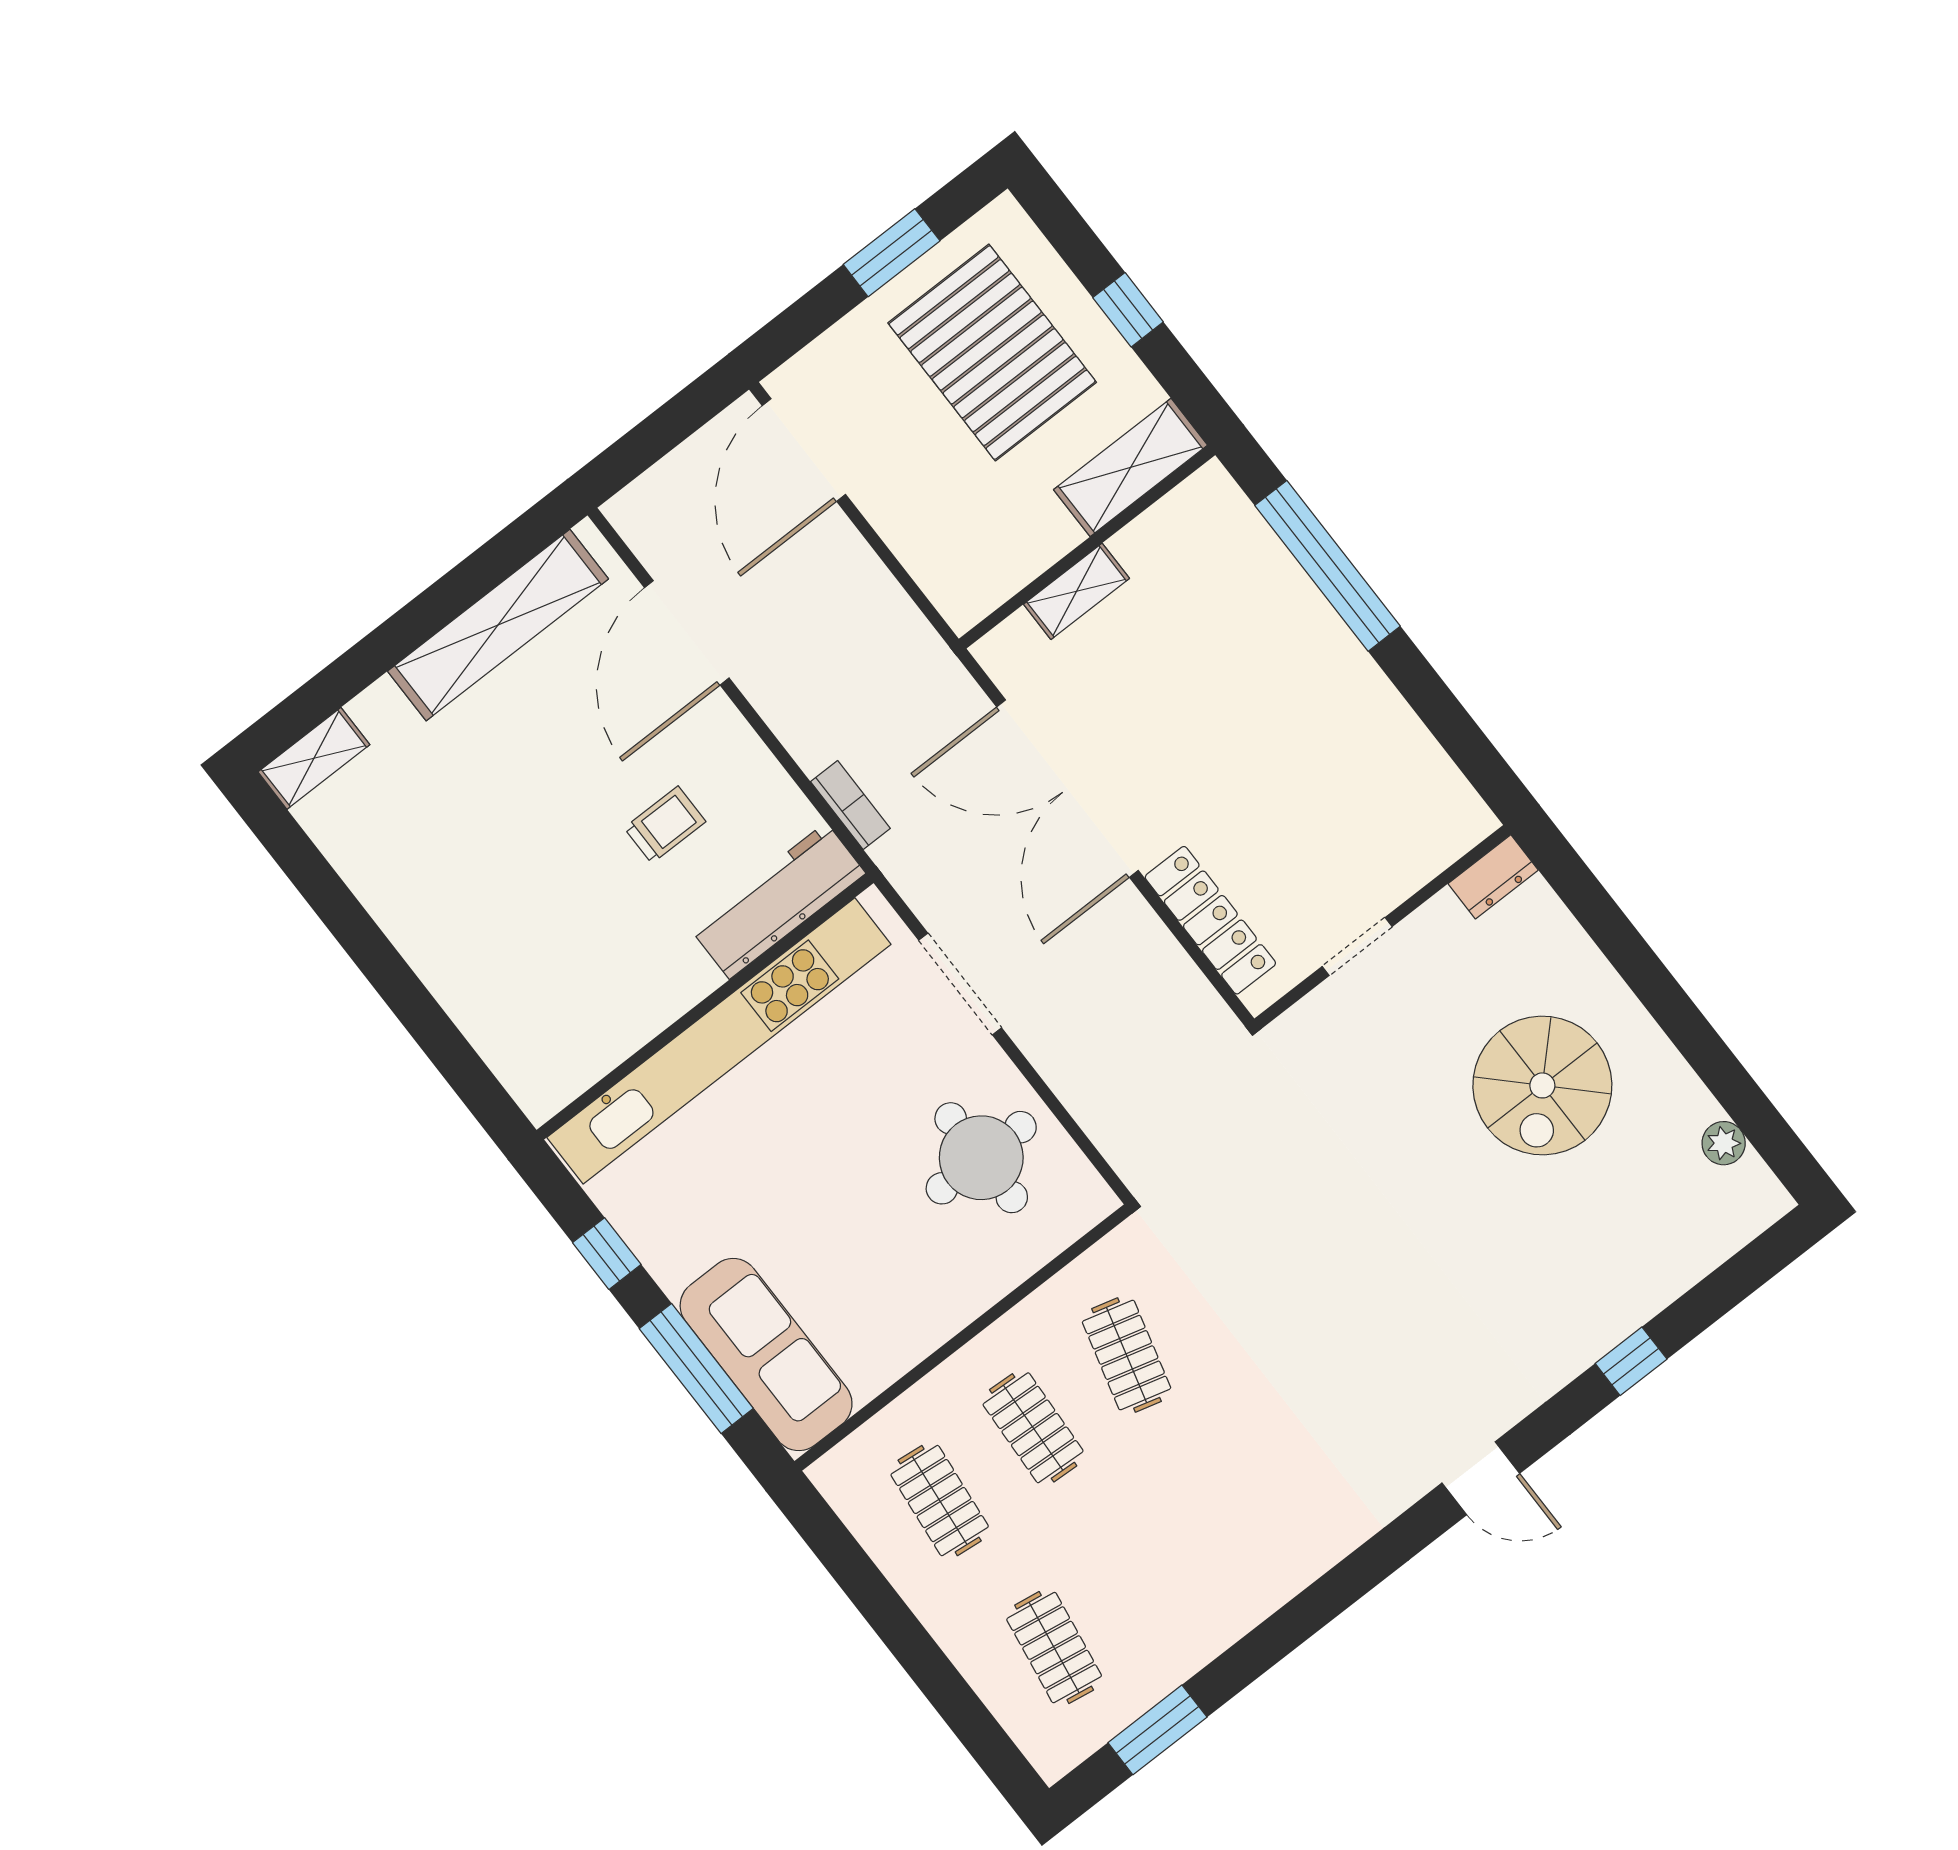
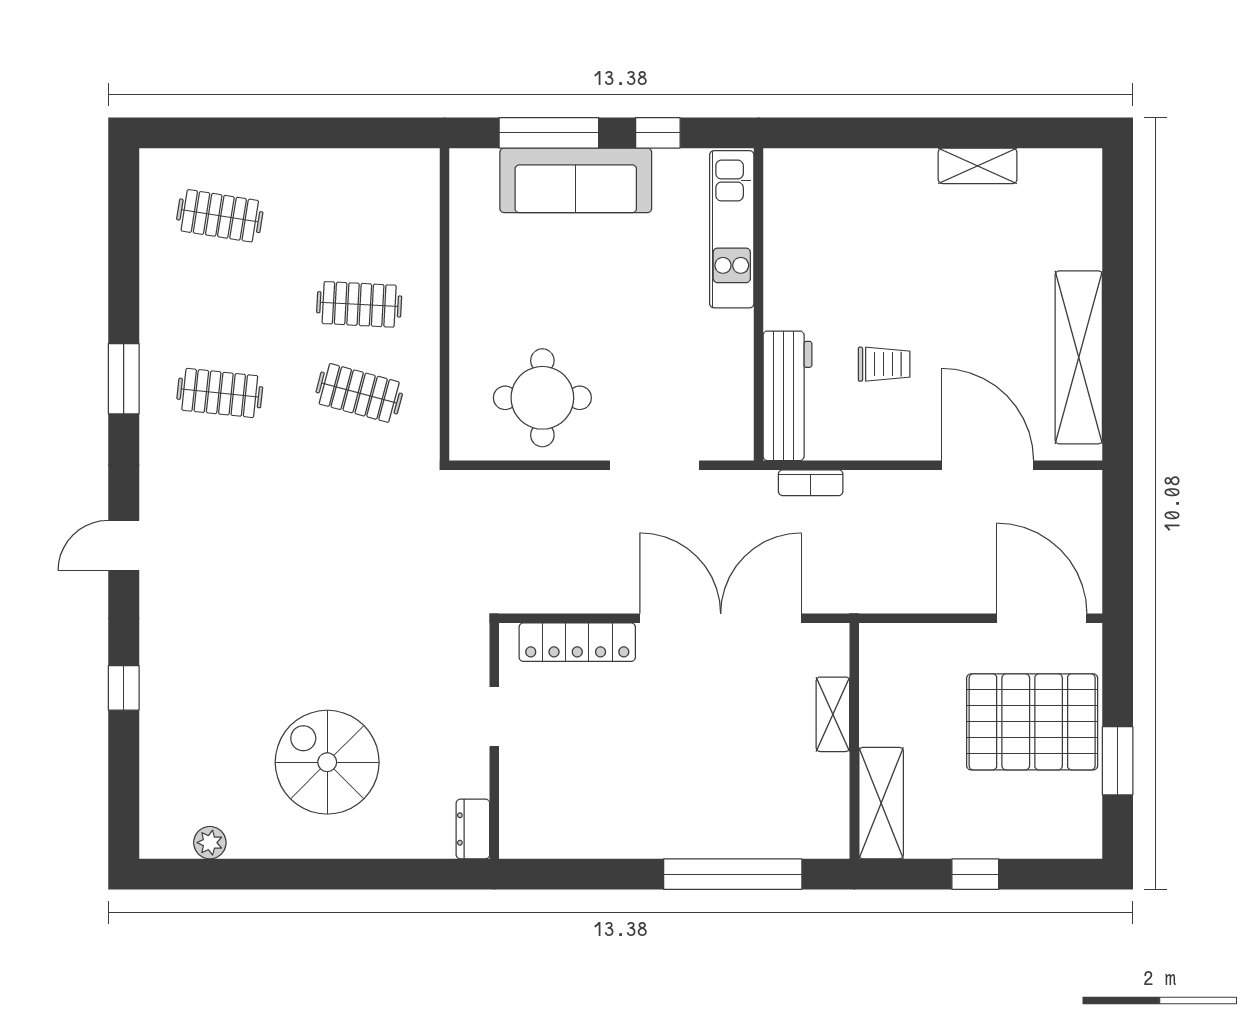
pallet: (992, 353) -> (1032, 722), moved
shelving: (314, 758) -> (978, 166), moved, turned 90
trolley: (665, 825) -> (884, 364), turned -90
kitchen unit: (719, 1041) -> (732, 229), width x0.54
sofa: (766, 1355) -> (576, 180), moved
clothes rail: (940, 1501) -> (220, 393), moved
window: (1157, 1730) -> (124, 379), moved

